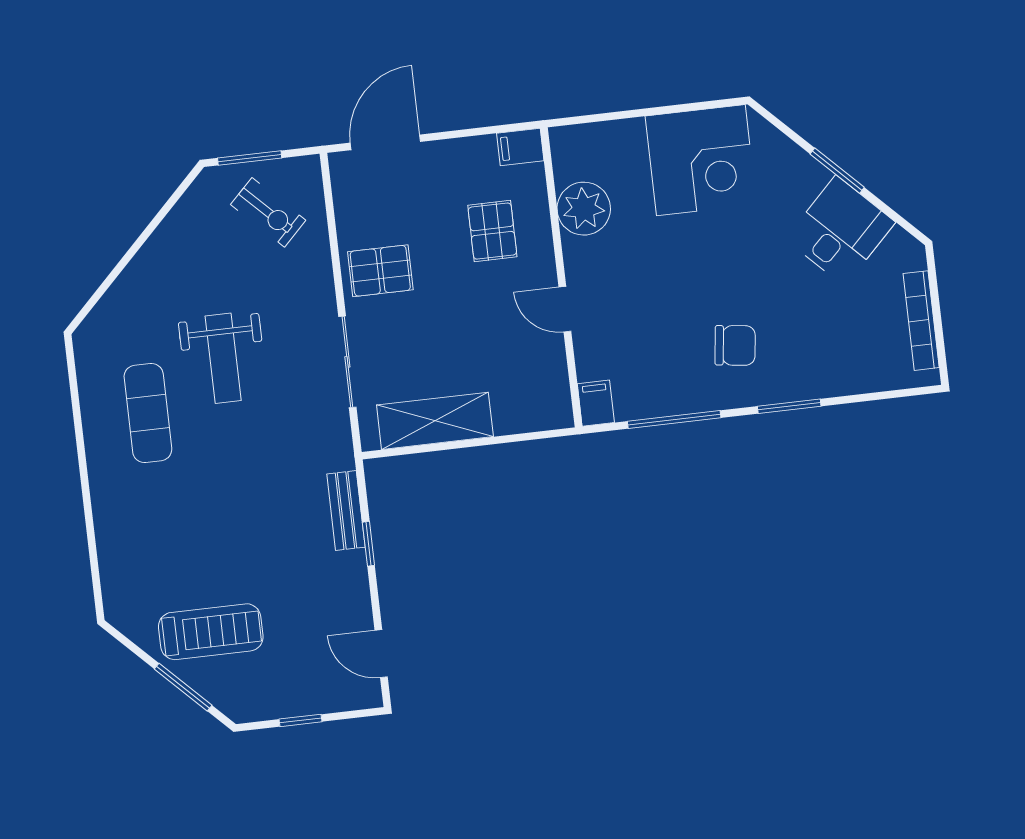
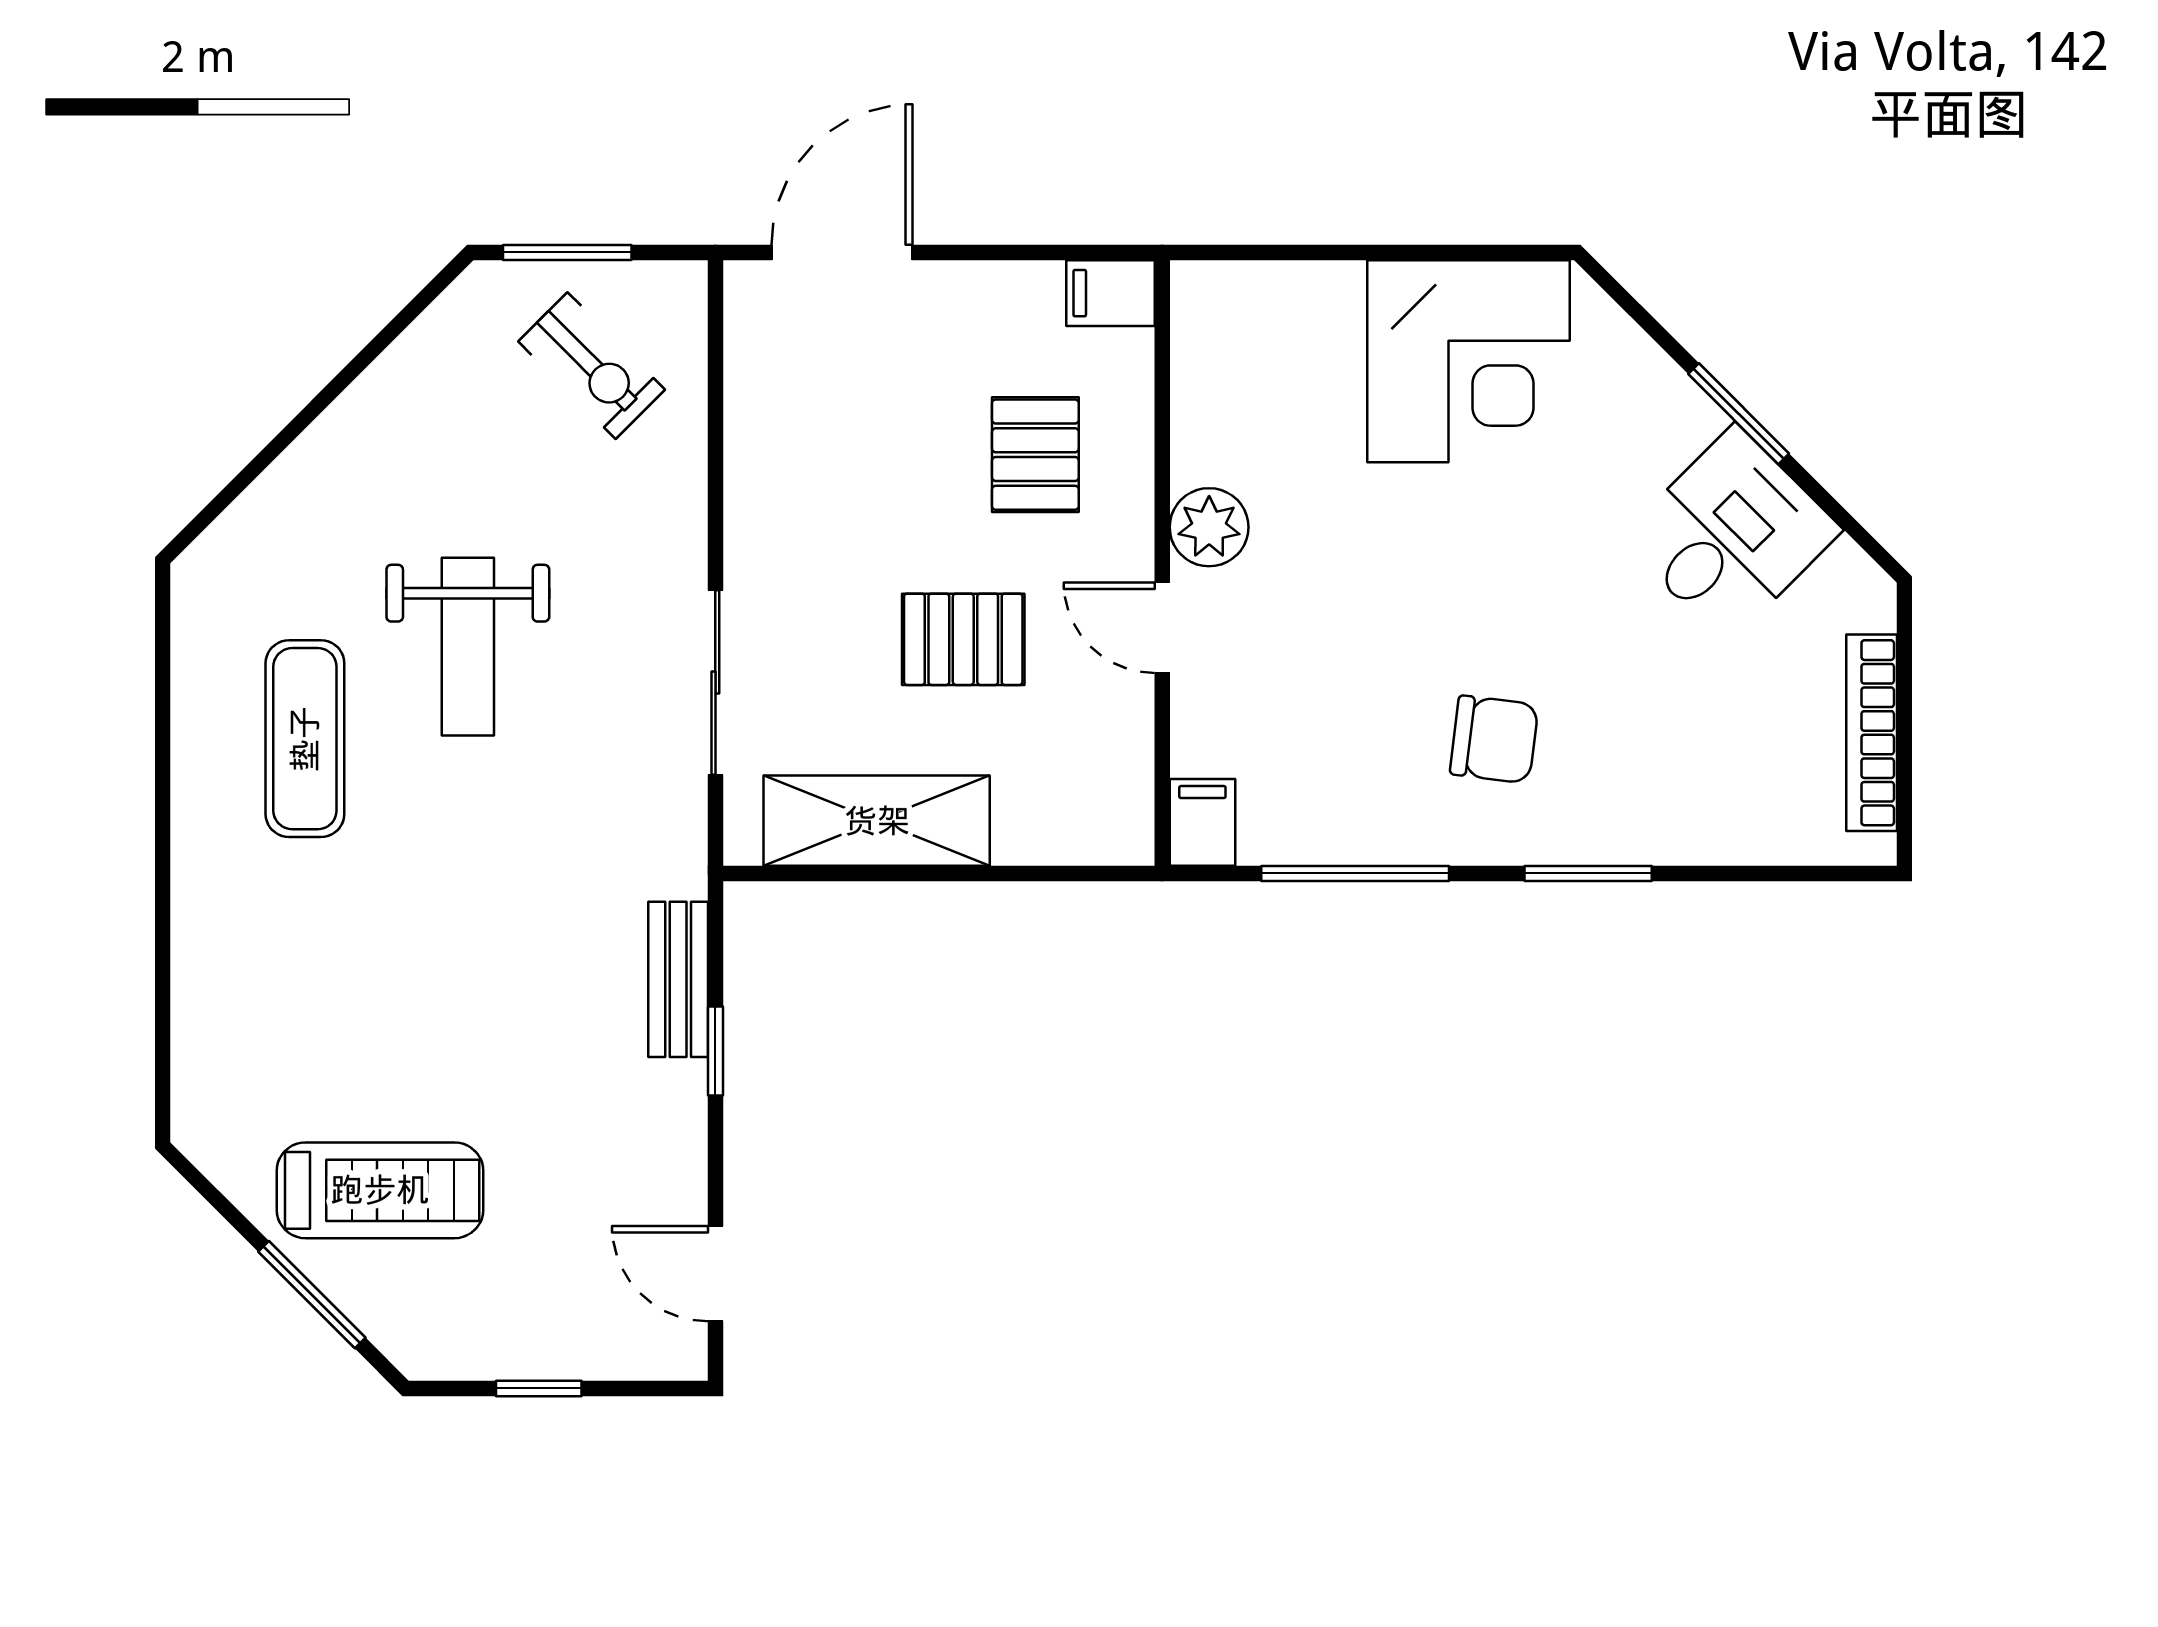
plant: (584, 209) -> (1209, 527), moved, width x0.73, depth x0.73
pallet: (380, 271) -> (963, 639), moved

